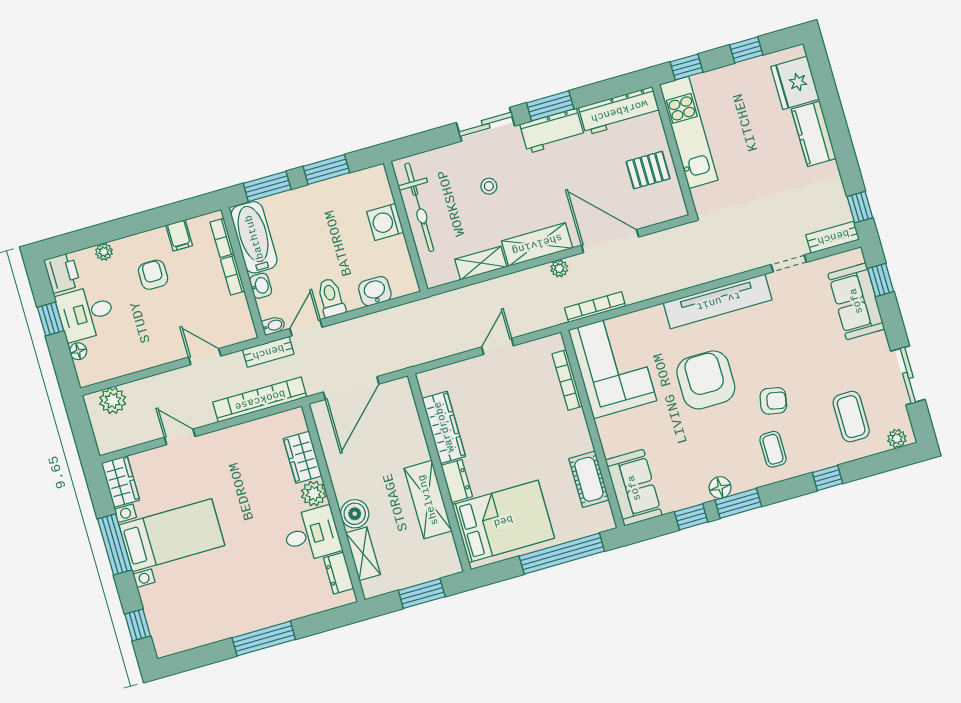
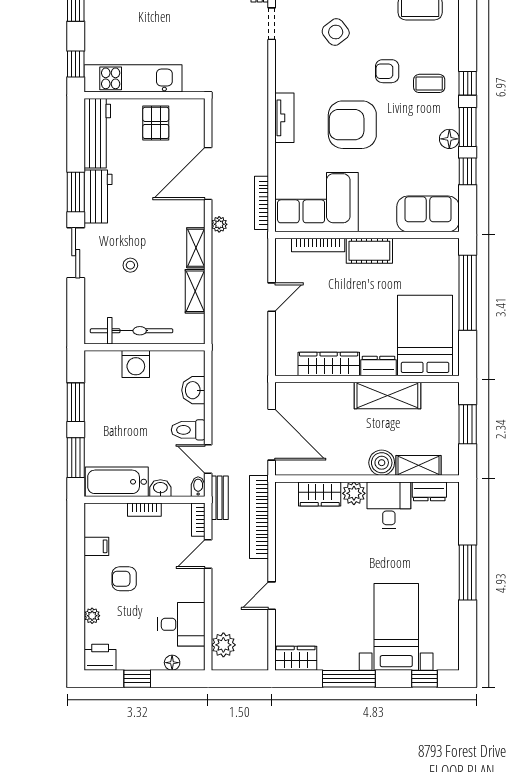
bookcase: (222, 238) -> (198, 520), moved, turned 90
shelving: (537, 244) -> (196, 248), width x0.67, depth x0.75
tv unit: (718, 301) -> (284, 118), width x0.52, depth x0.78
desk: (86, 313) -> (181, 624), moved, turned -90
side table: (799, 334) -> (336, 32), added
door: (498, 346) -> (272, 297), swing flipped
armchair: (773, 401) -> (387, 71), turned -101
window: (828, 478) -> (468, 83), moved
cot: (589, 479) -> (369, 251), moved
bed with nightstands: (172, 535) -> (396, 627), moved

